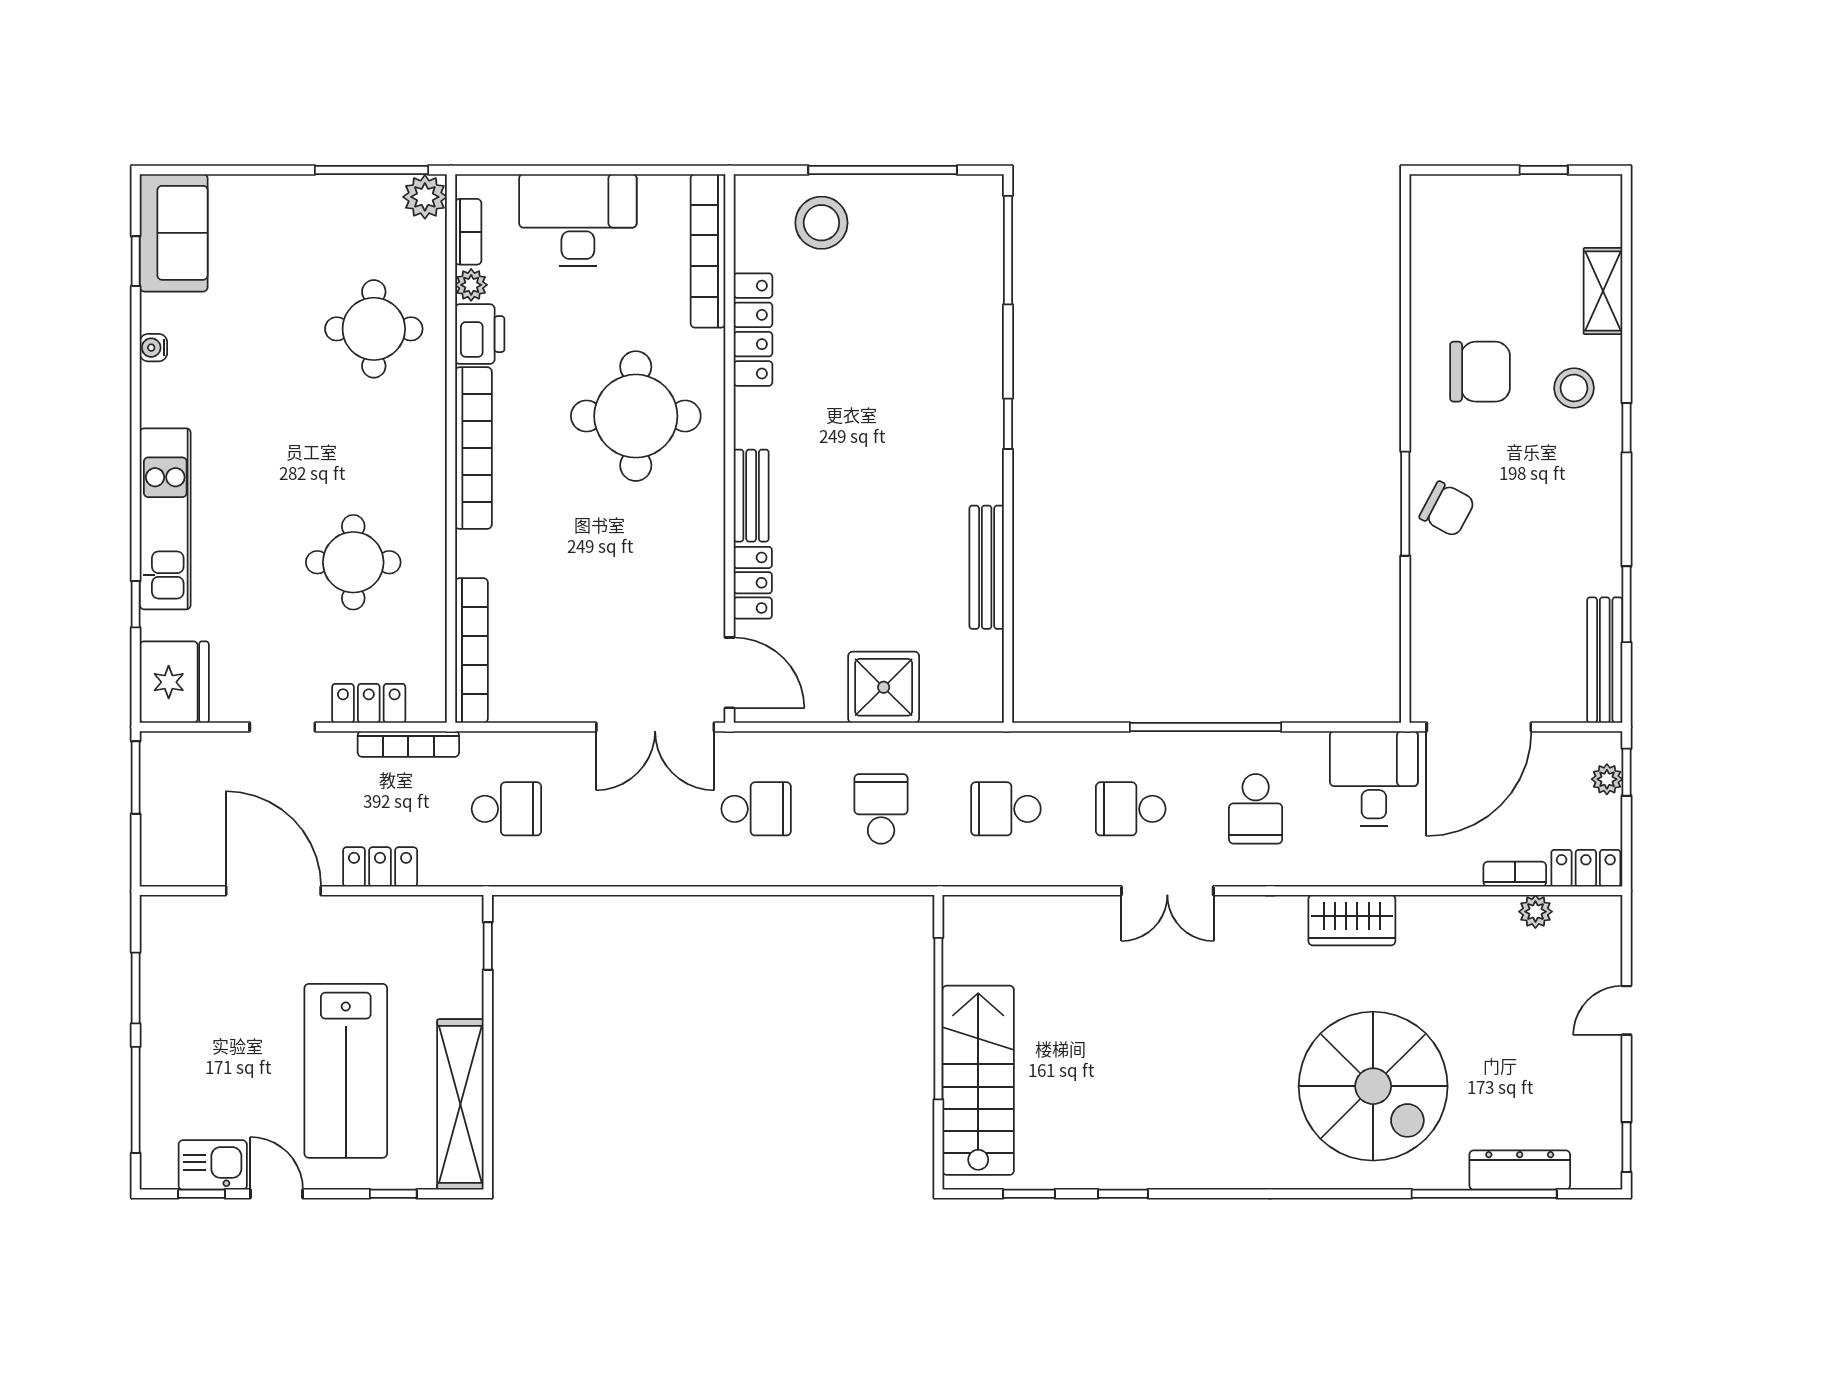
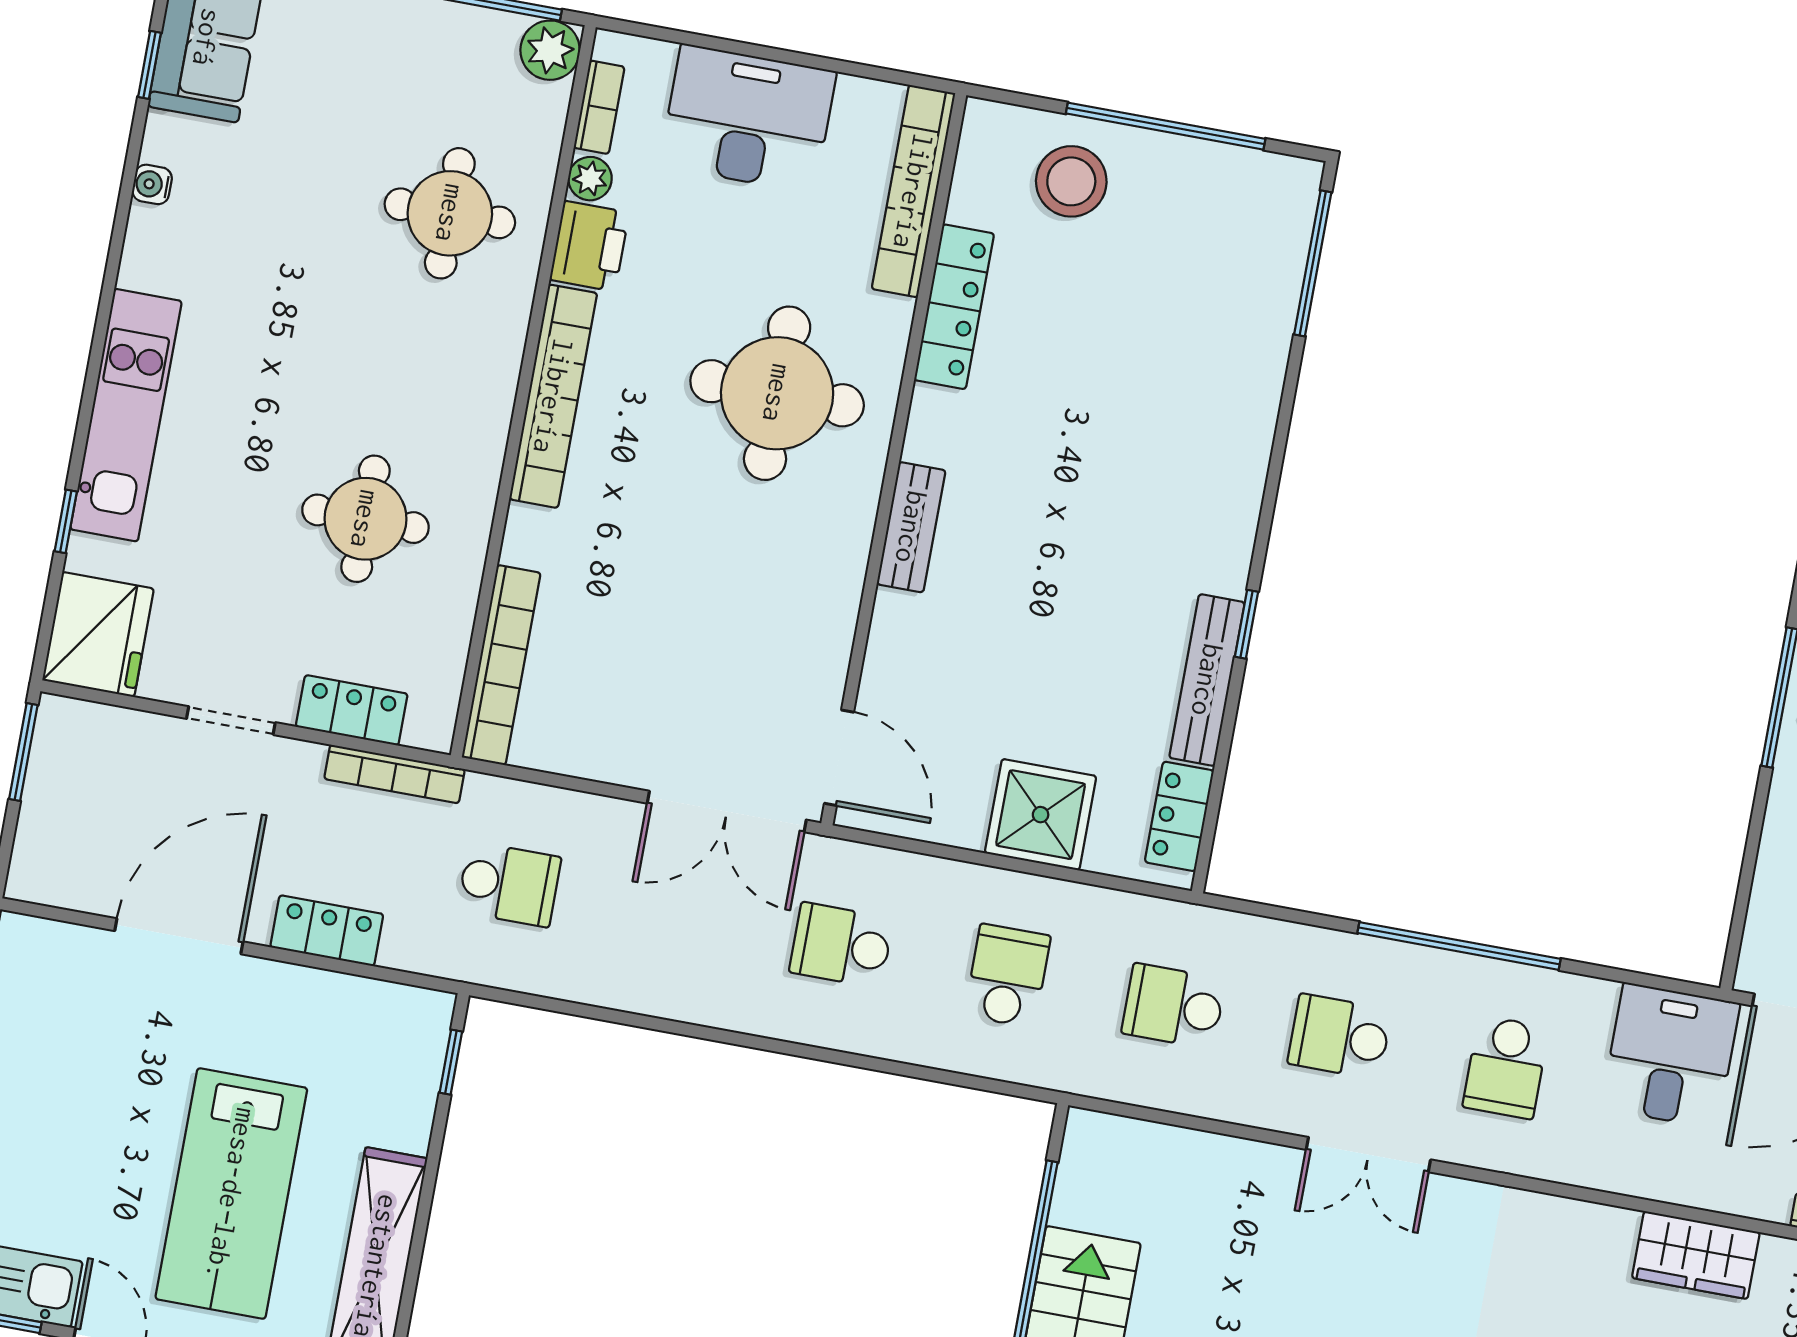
window: (1008, 424) -> (1247, 624), moved
locker: (753, 583) -> (1179, 816), moved, turned 180
school desk: (756, 809) -> (841, 945), turned 180
door: (273, 891) -> (179, 936), hinge flipped
wardrobe: (1352, 920) -> (1696, 1255), moved

